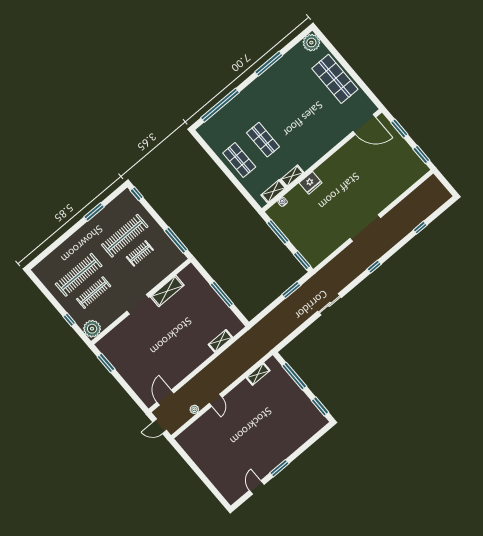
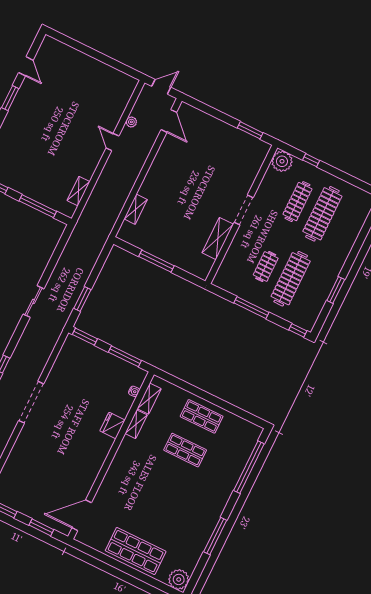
window: (176, 240) -> (251, 308), moved

